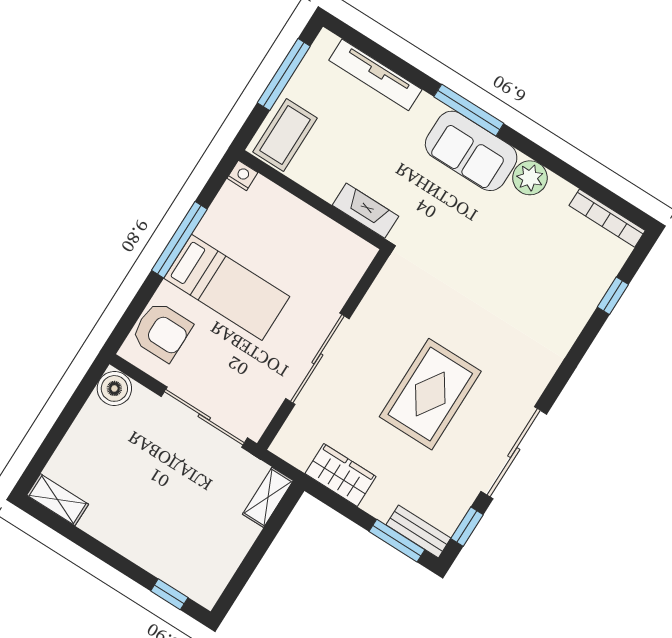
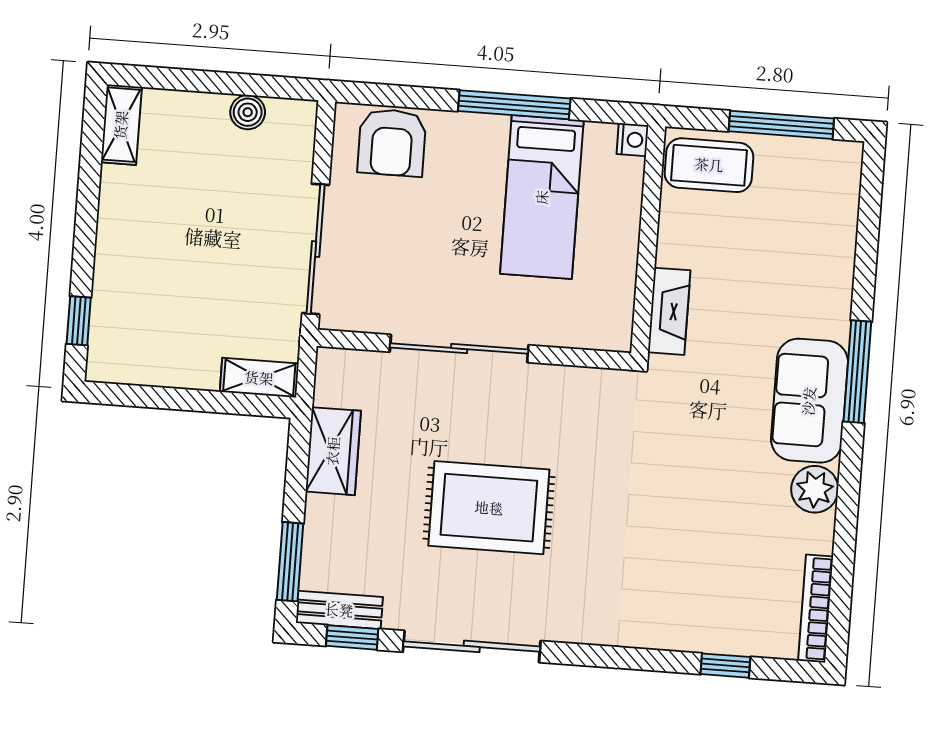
tv unit: (375, 75) -> (840, 236), removed
bed: (227, 287) -> (542, 197), moved
boiler: (114, 388) -> (248, 112), moved, width x0.73, depth x0.73
bench: (418, 531) -> (339, 610), moved, turned 90

